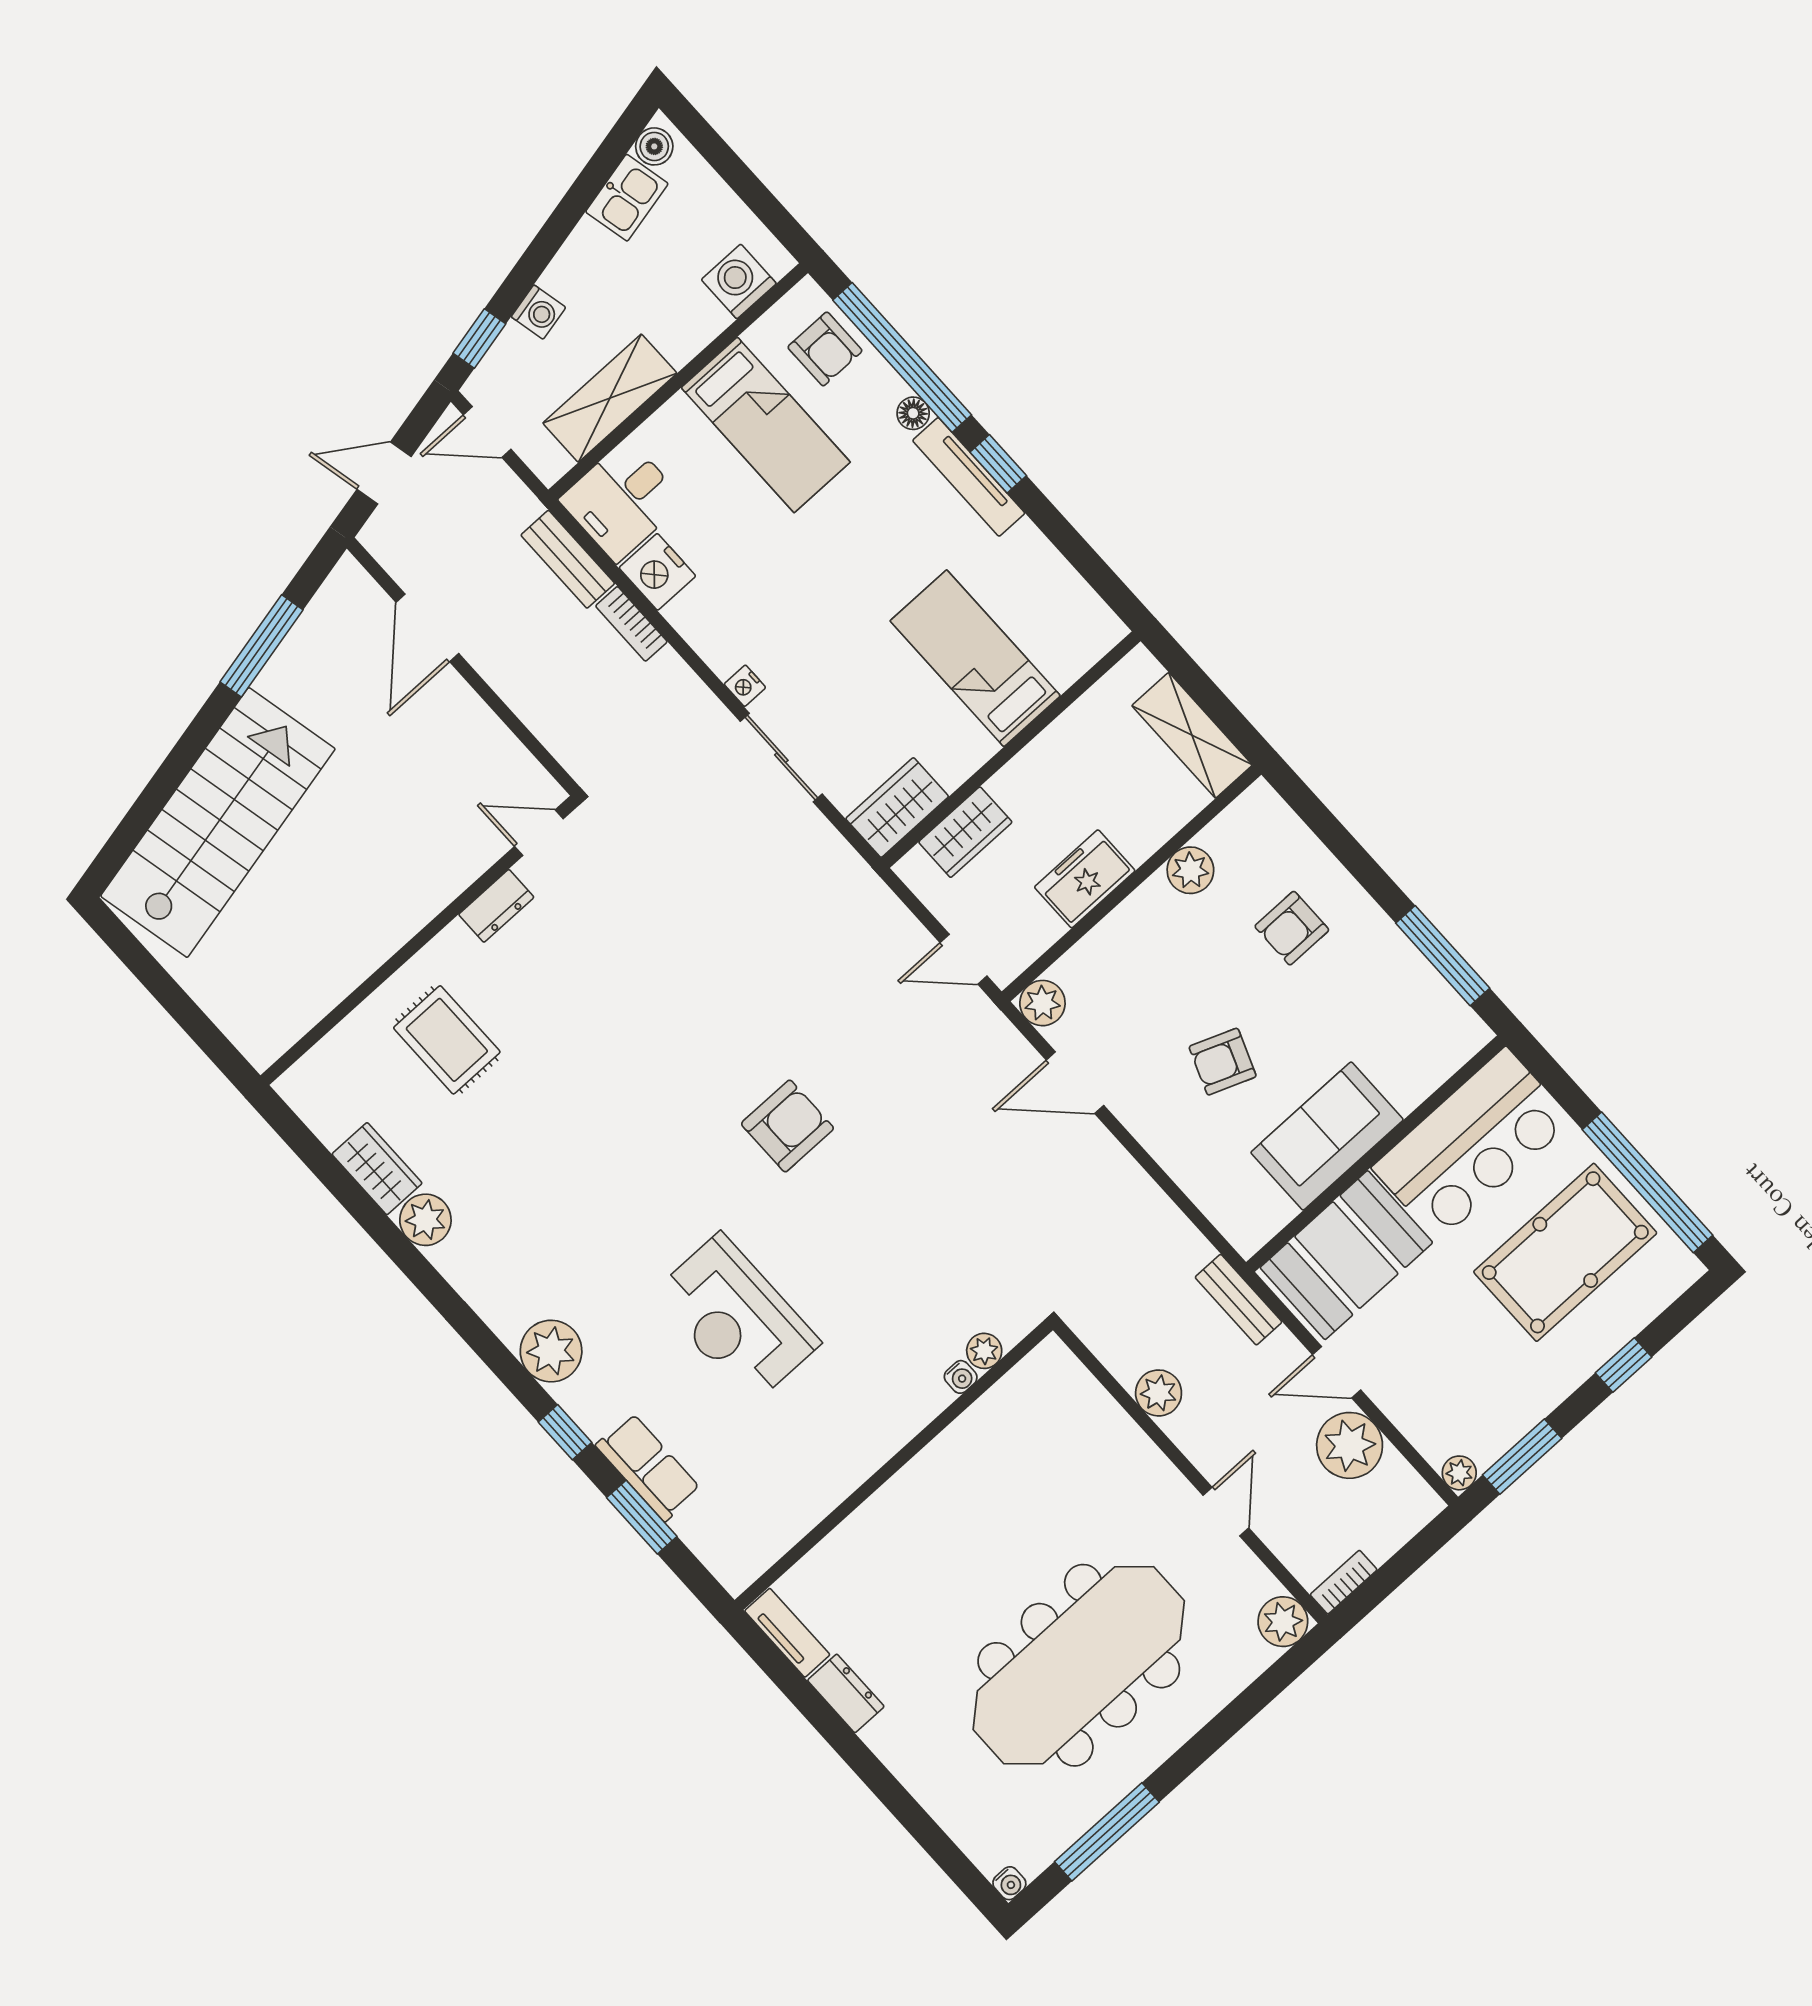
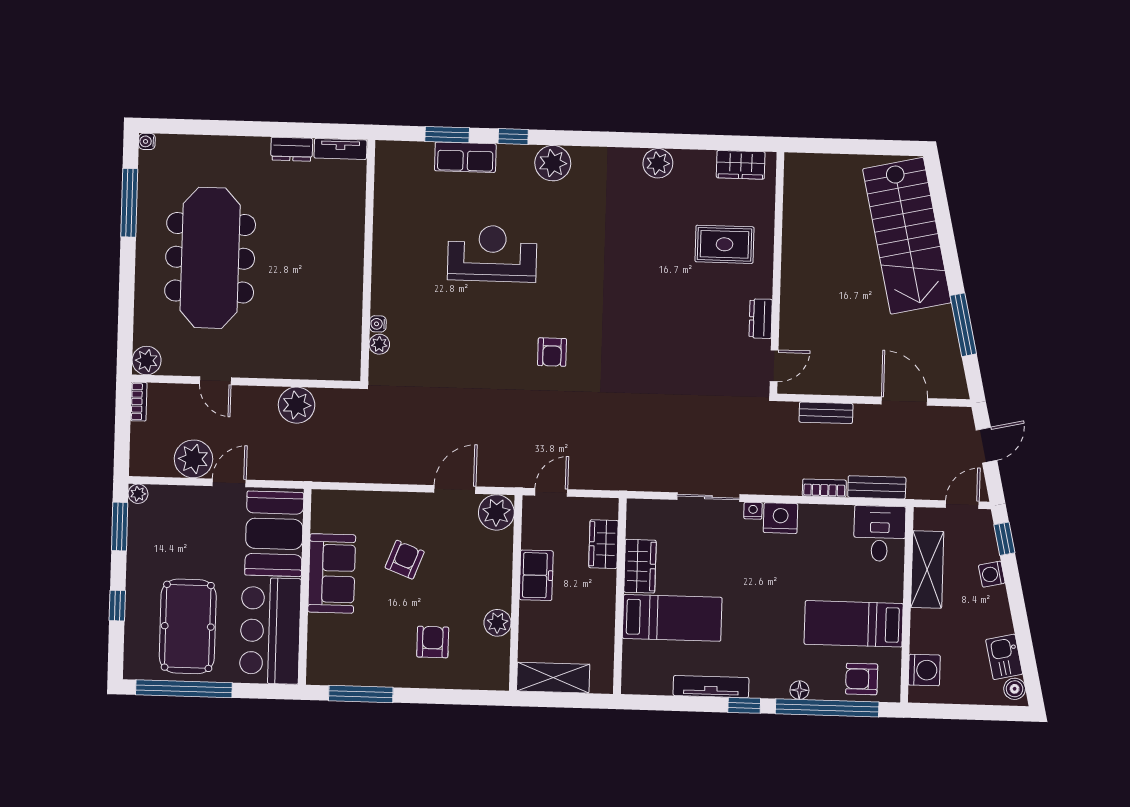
tv unit: (969, 477) -> (711, 687), moved
nightstand: (657, 572) -> (781, 518), moved
wardrobe: (897, 808) -> (640, 566), moved
plant: (1042, 1003) -> (496, 512), width x1.36, depth x1.36
armchair: (787, 1126) -> (552, 352), width x0.72, depth x0.72
wardrobe: (377, 1169) -> (741, 165), moved
bench: (1238, 1300) -> (826, 413), moved
plant: (1159, 1393) -> (297, 405), width x1.36, depth x1.36

